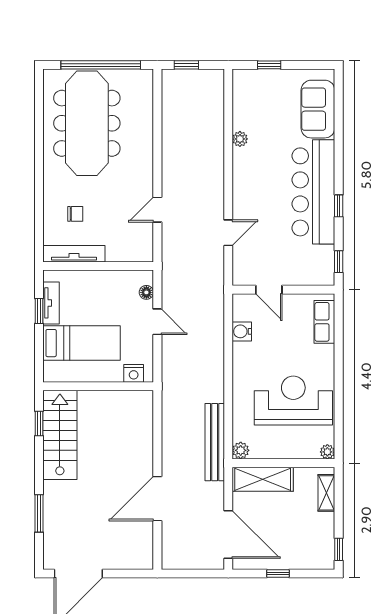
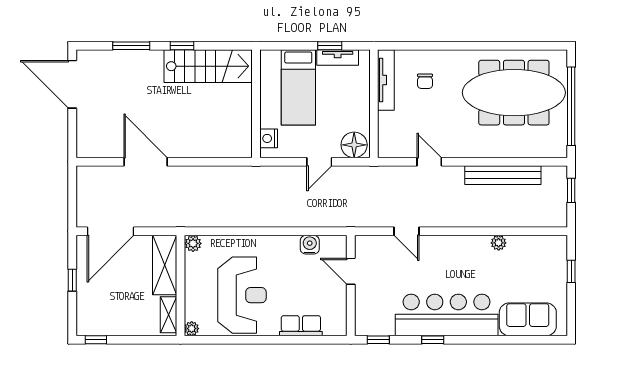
door: (269, 290) -> (351, 271), hinge flipped
floor lamp: (146, 292) -> (354, 145), width x1.89, depth x1.89
row of seats: (324, 322) -> (301, 326), moved
window: (39, 423) -> (182, 46), moved
bench: (215, 442) -> (503, 175), moved
shelving: (326, 493) -> (168, 315), moved, turned 90

